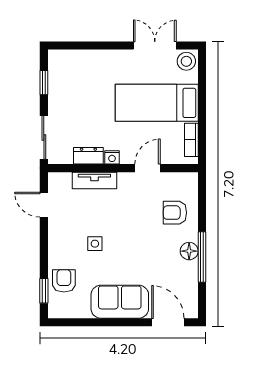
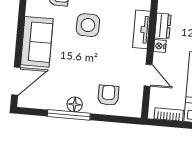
side table: (95, 244) -> (88, 25), width x1.87, depth x1.87

